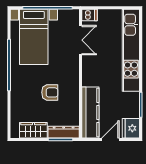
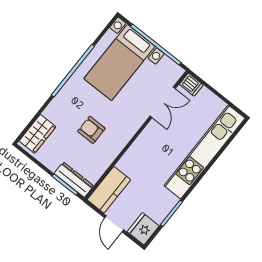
armchair: (50, 92) -> (91, 130), turned 180
kitchen counter: (90, 112) -> (109, 190), width x0.67
wardrobe: (33, 130) -> (37, 134), moved, turned 90
door: (110, 140) -> (114, 224), swing flipped

